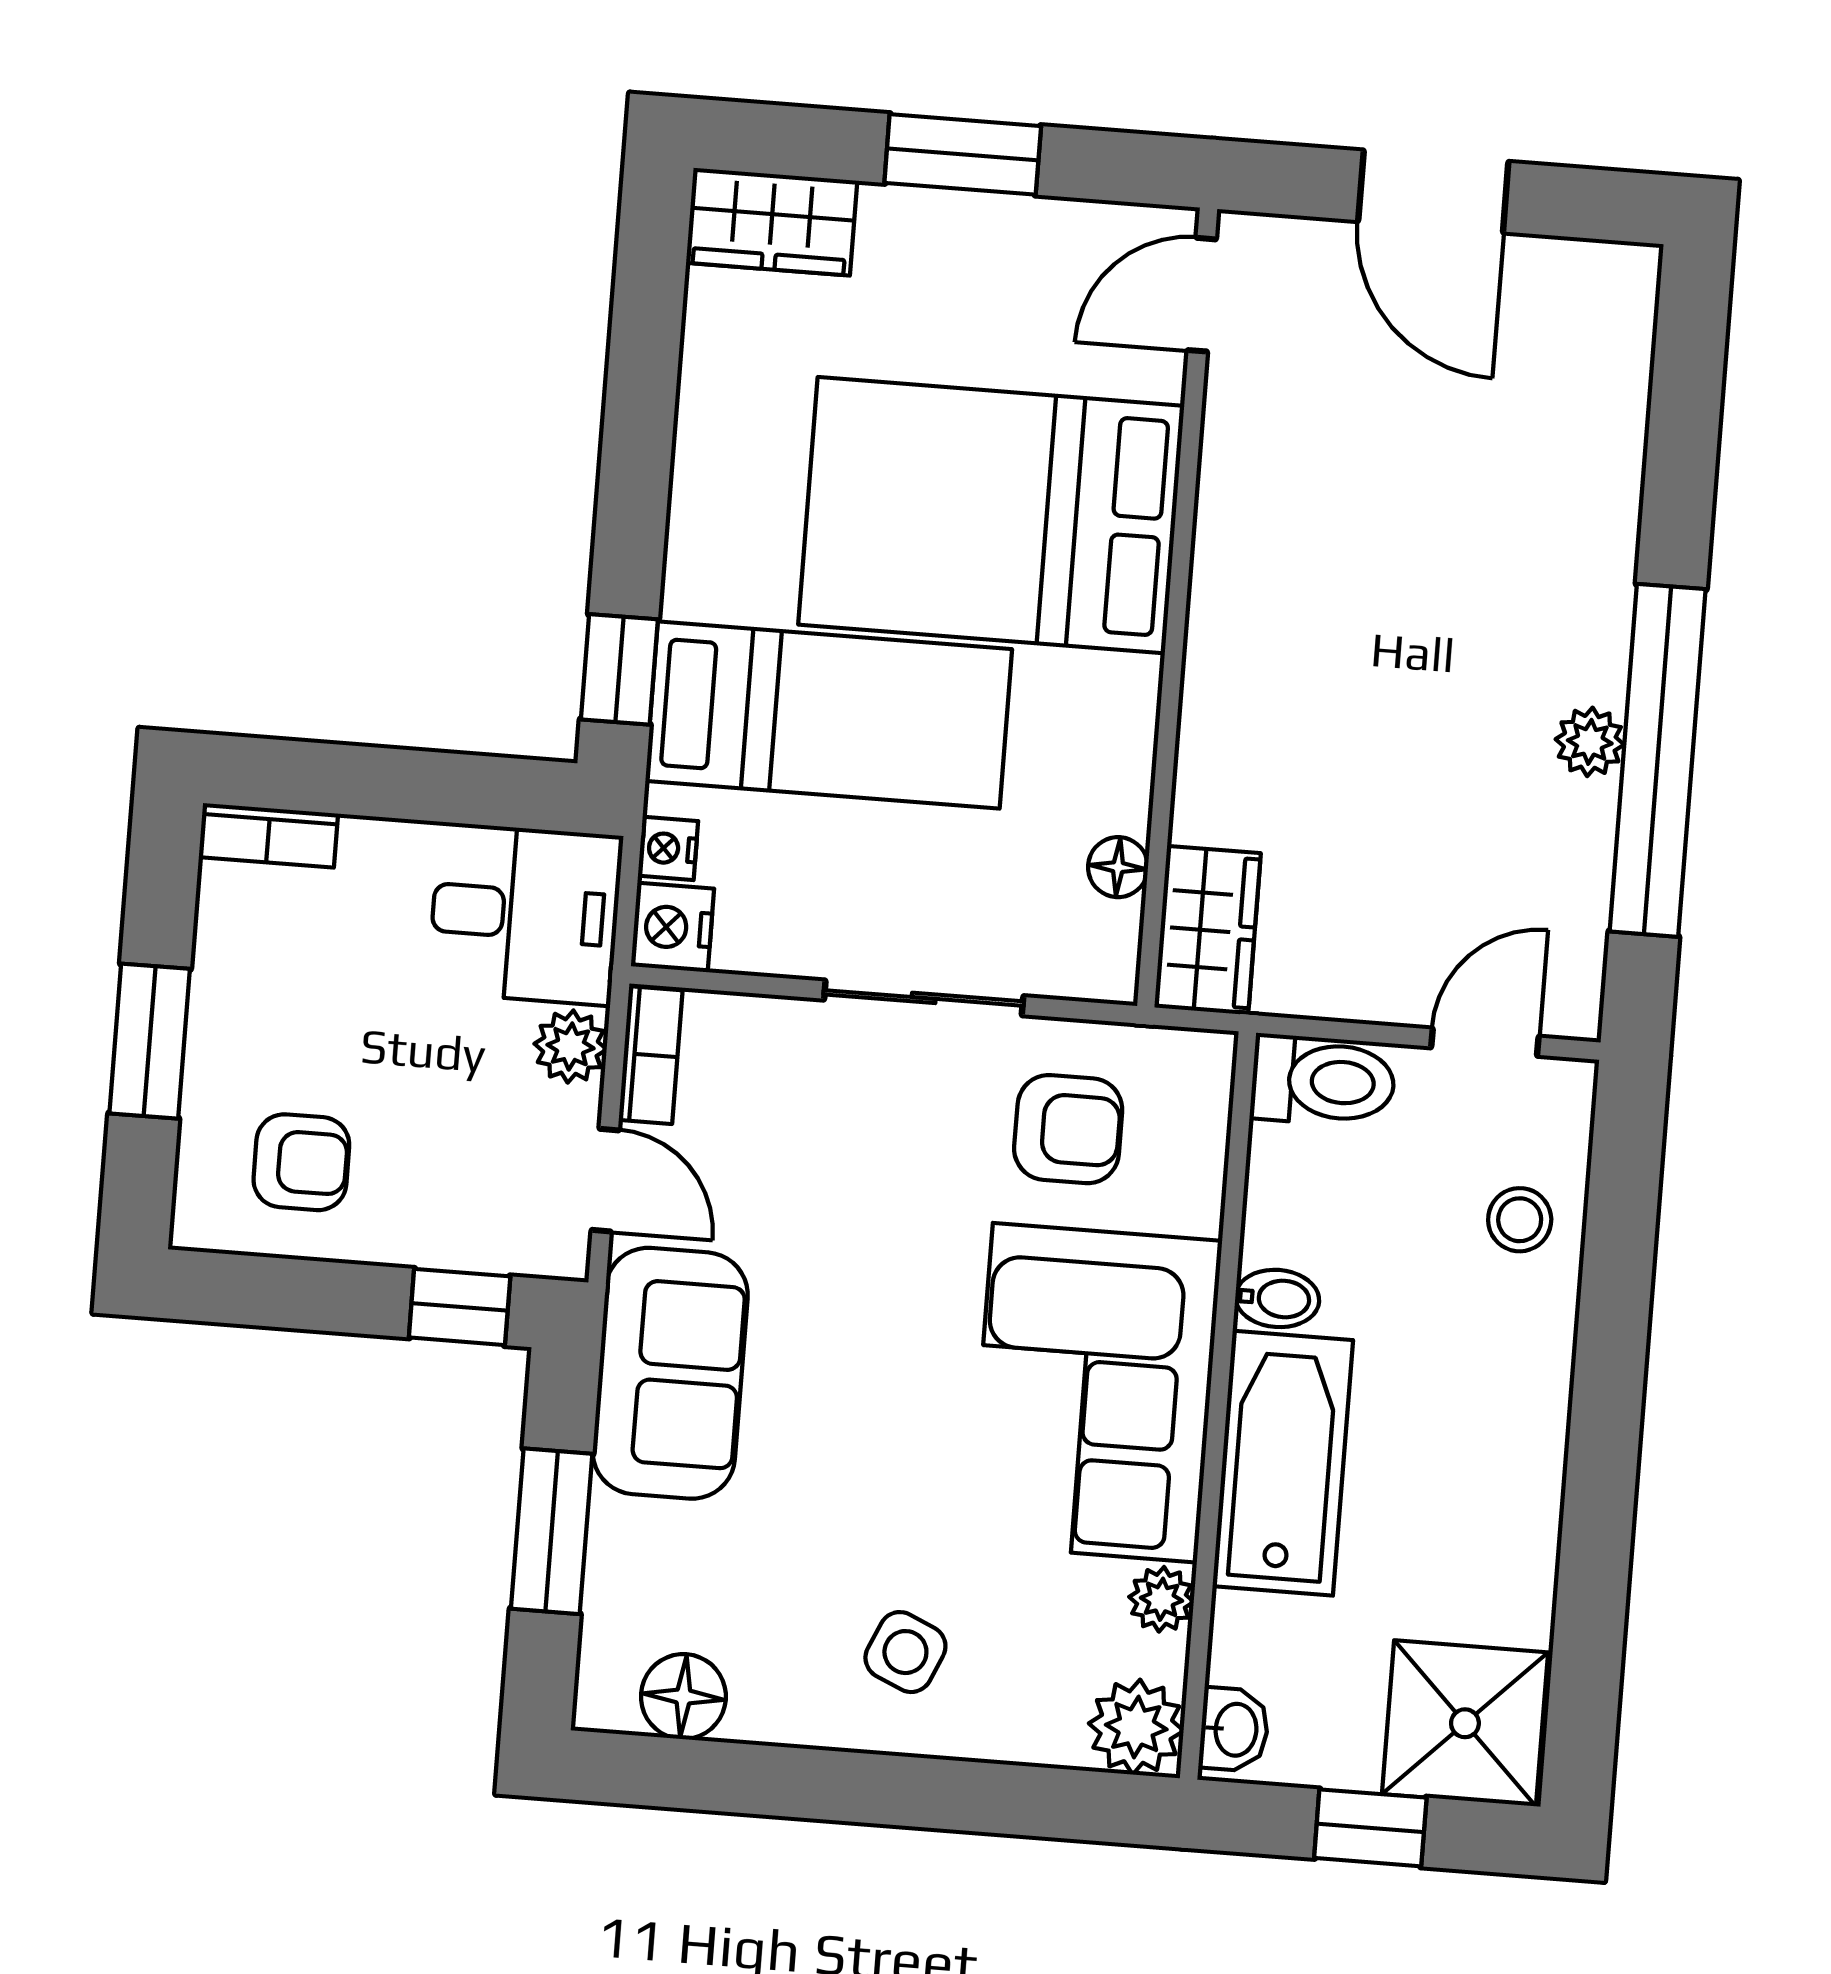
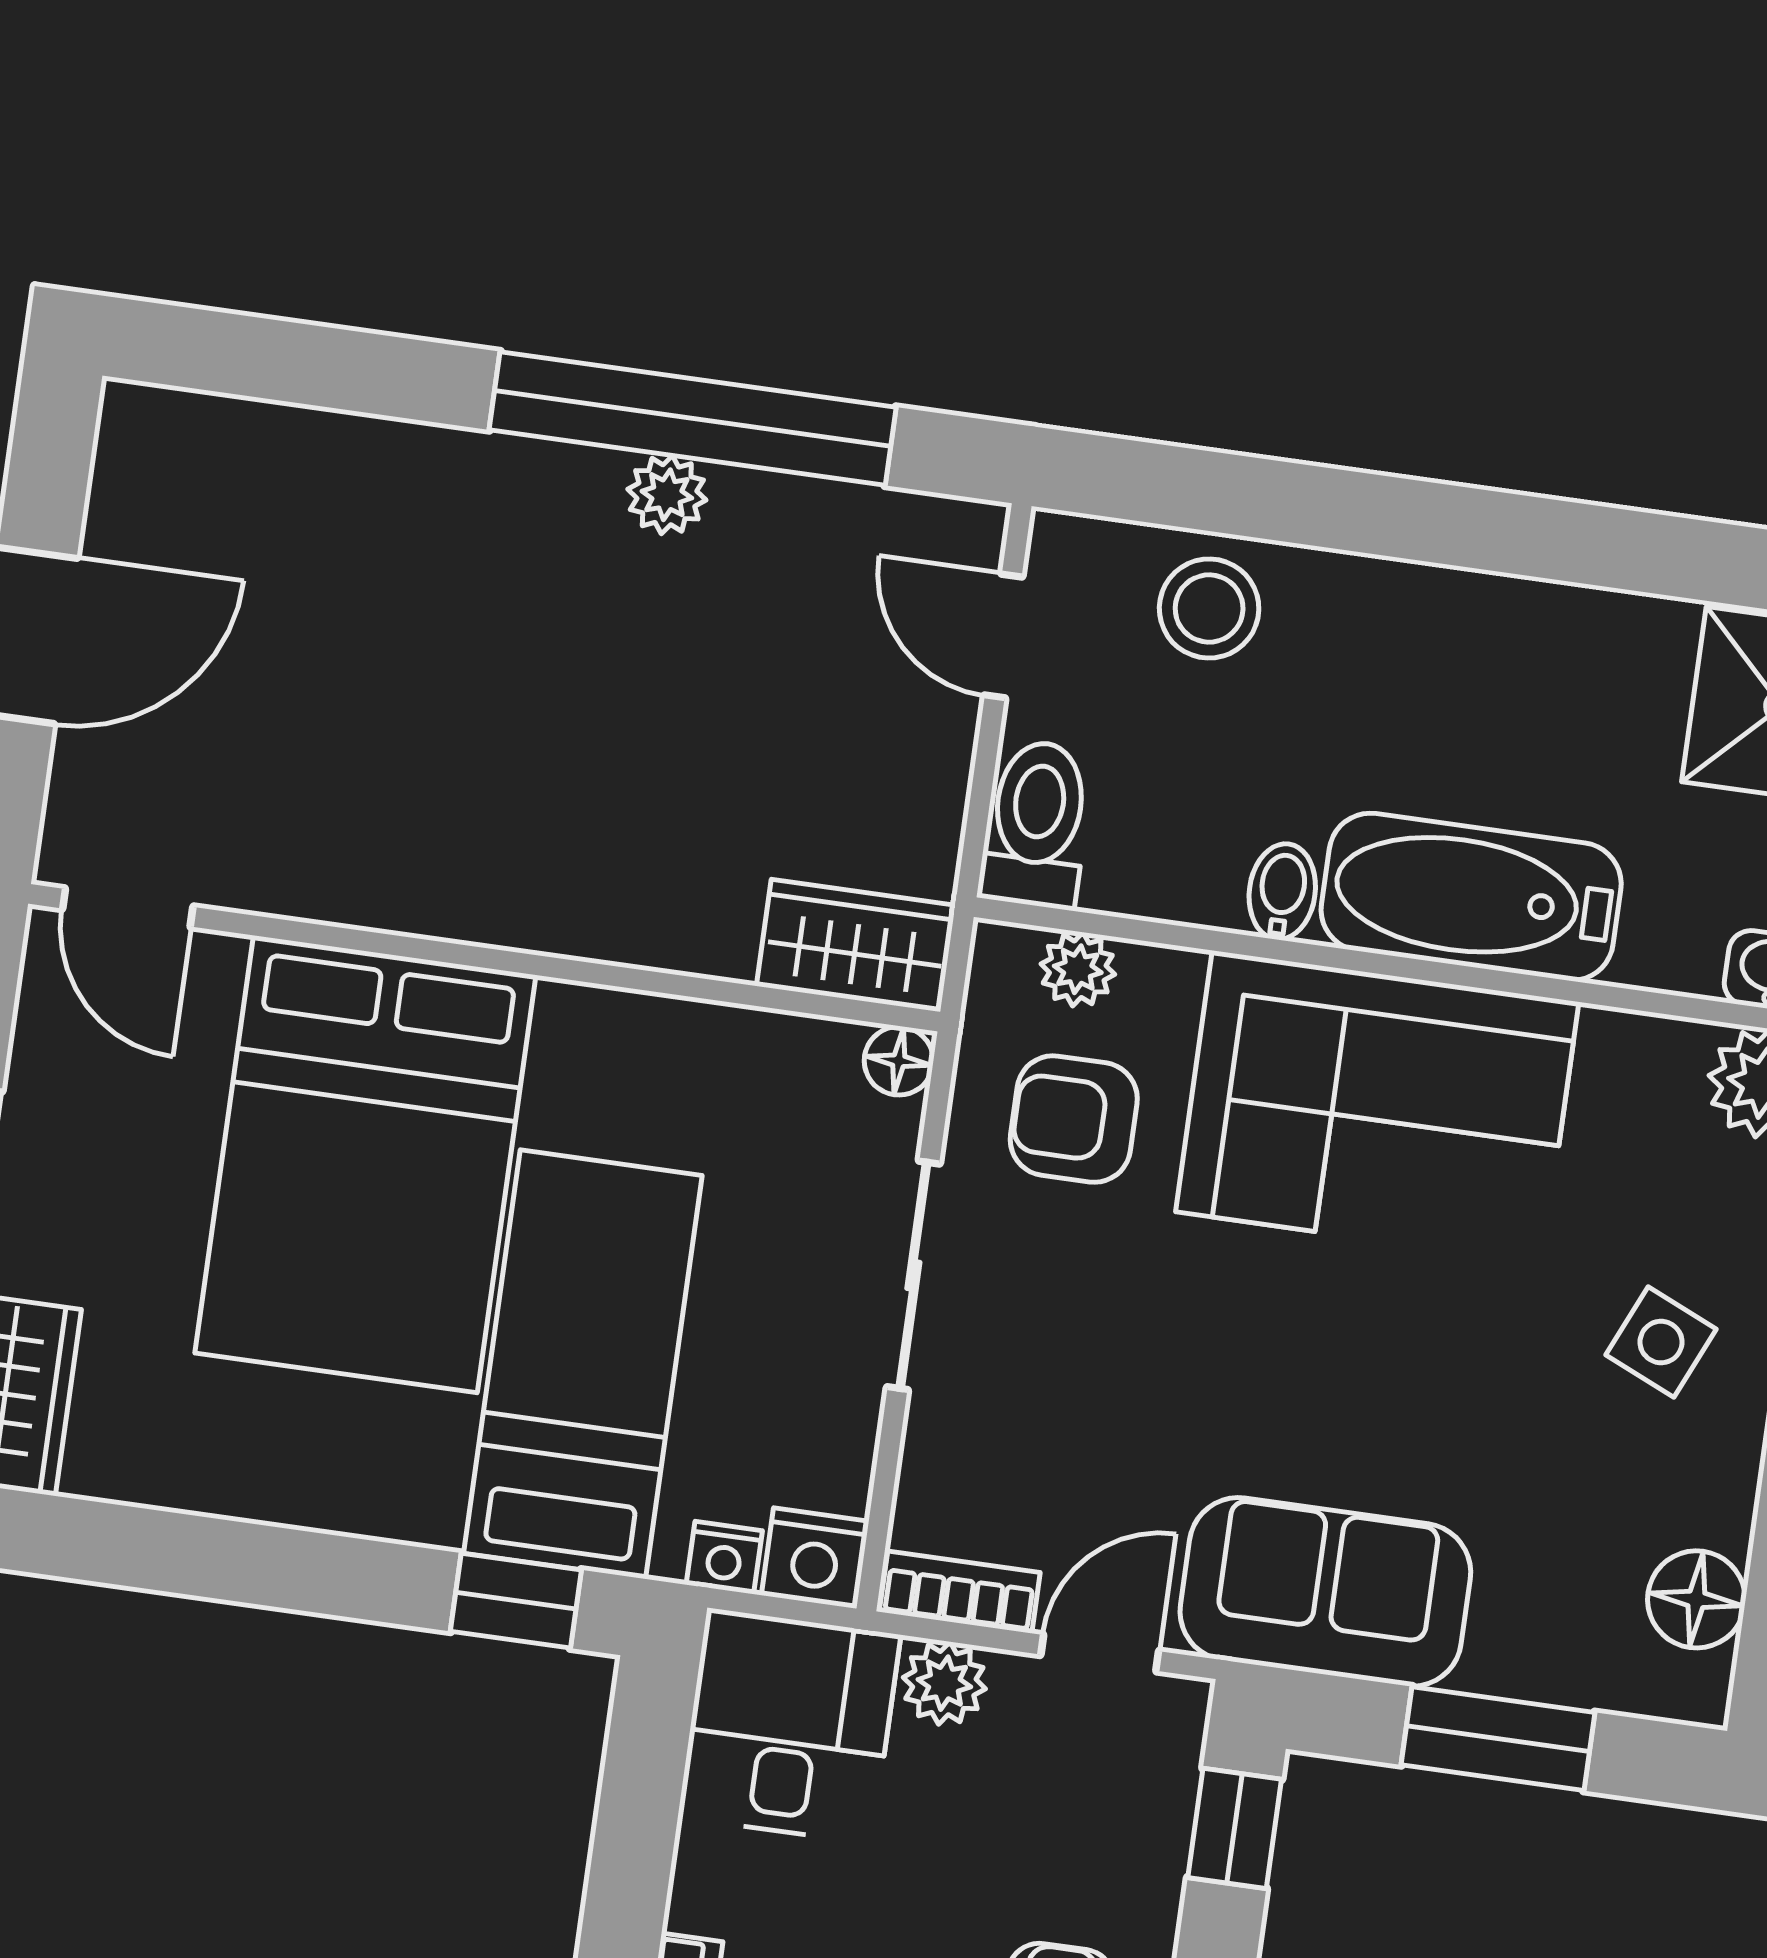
floor lamp: (1118, 867) -> (899, 1061), moved
armchair: (1068, 1129) -> (1074, 1119), turned -90
stool: (1520, 1220) -> (1209, 608), width x1.37, depth x1.37
plant: (1161, 1599) -> (1078, 969), moved

